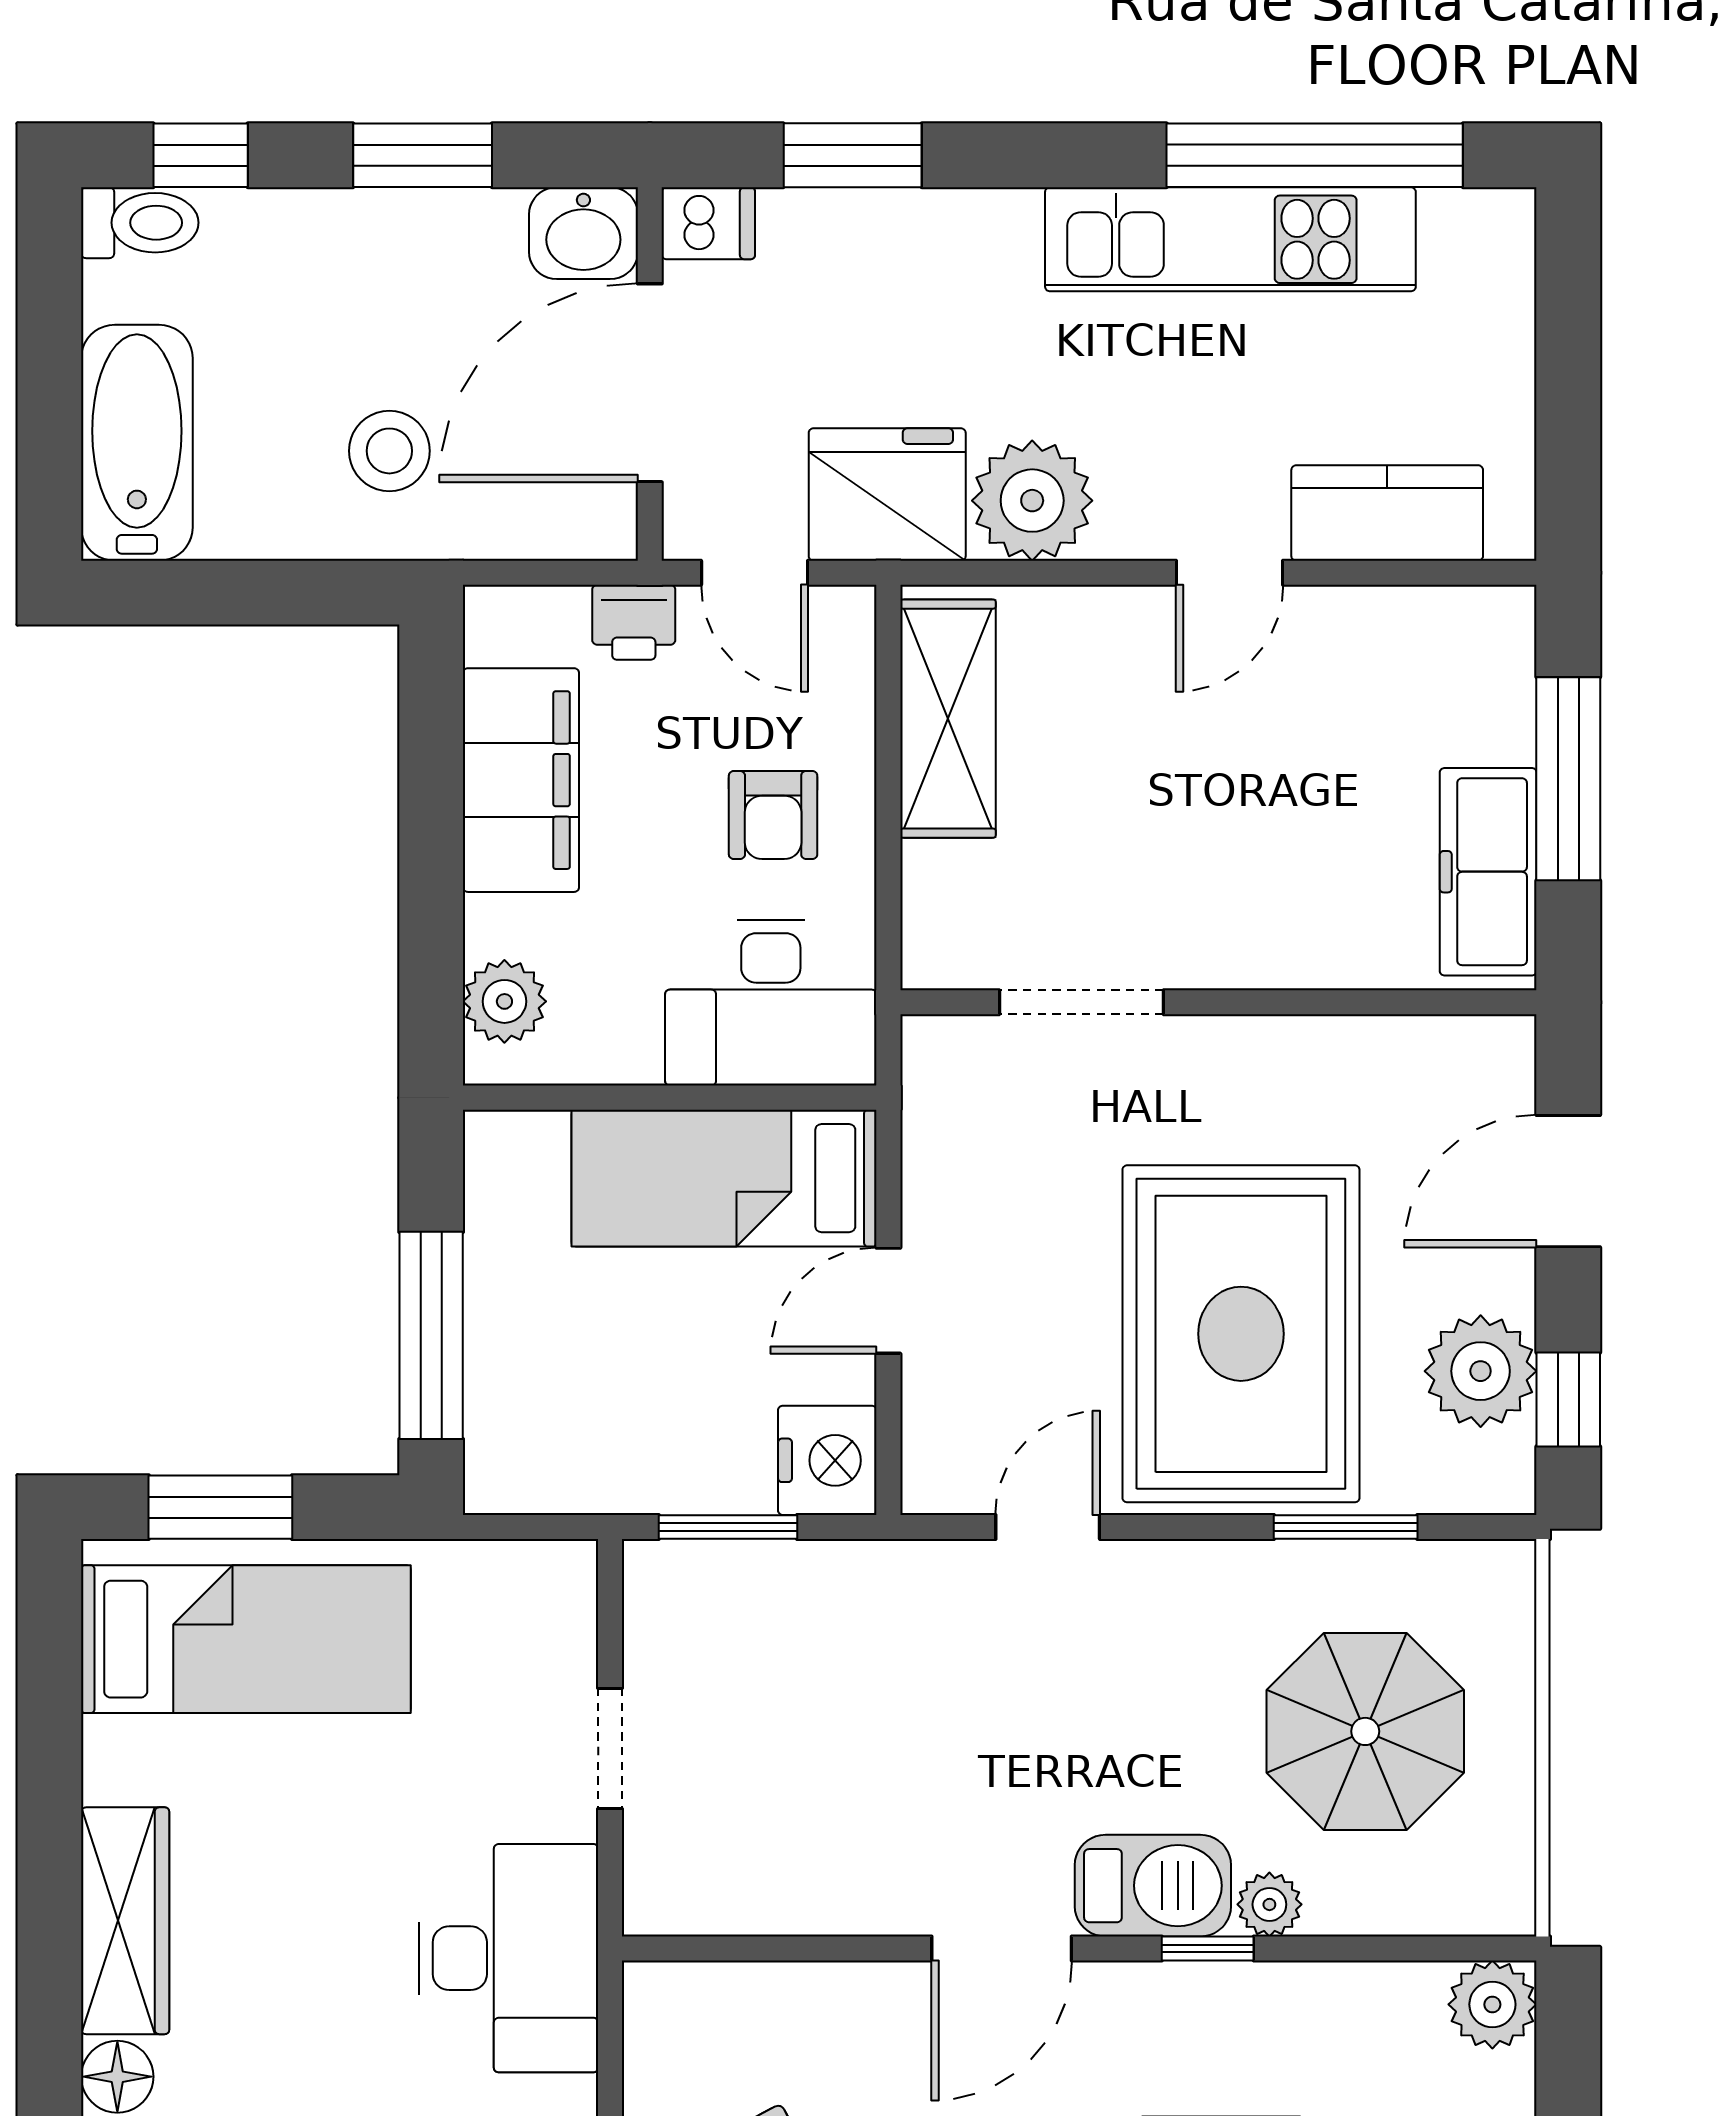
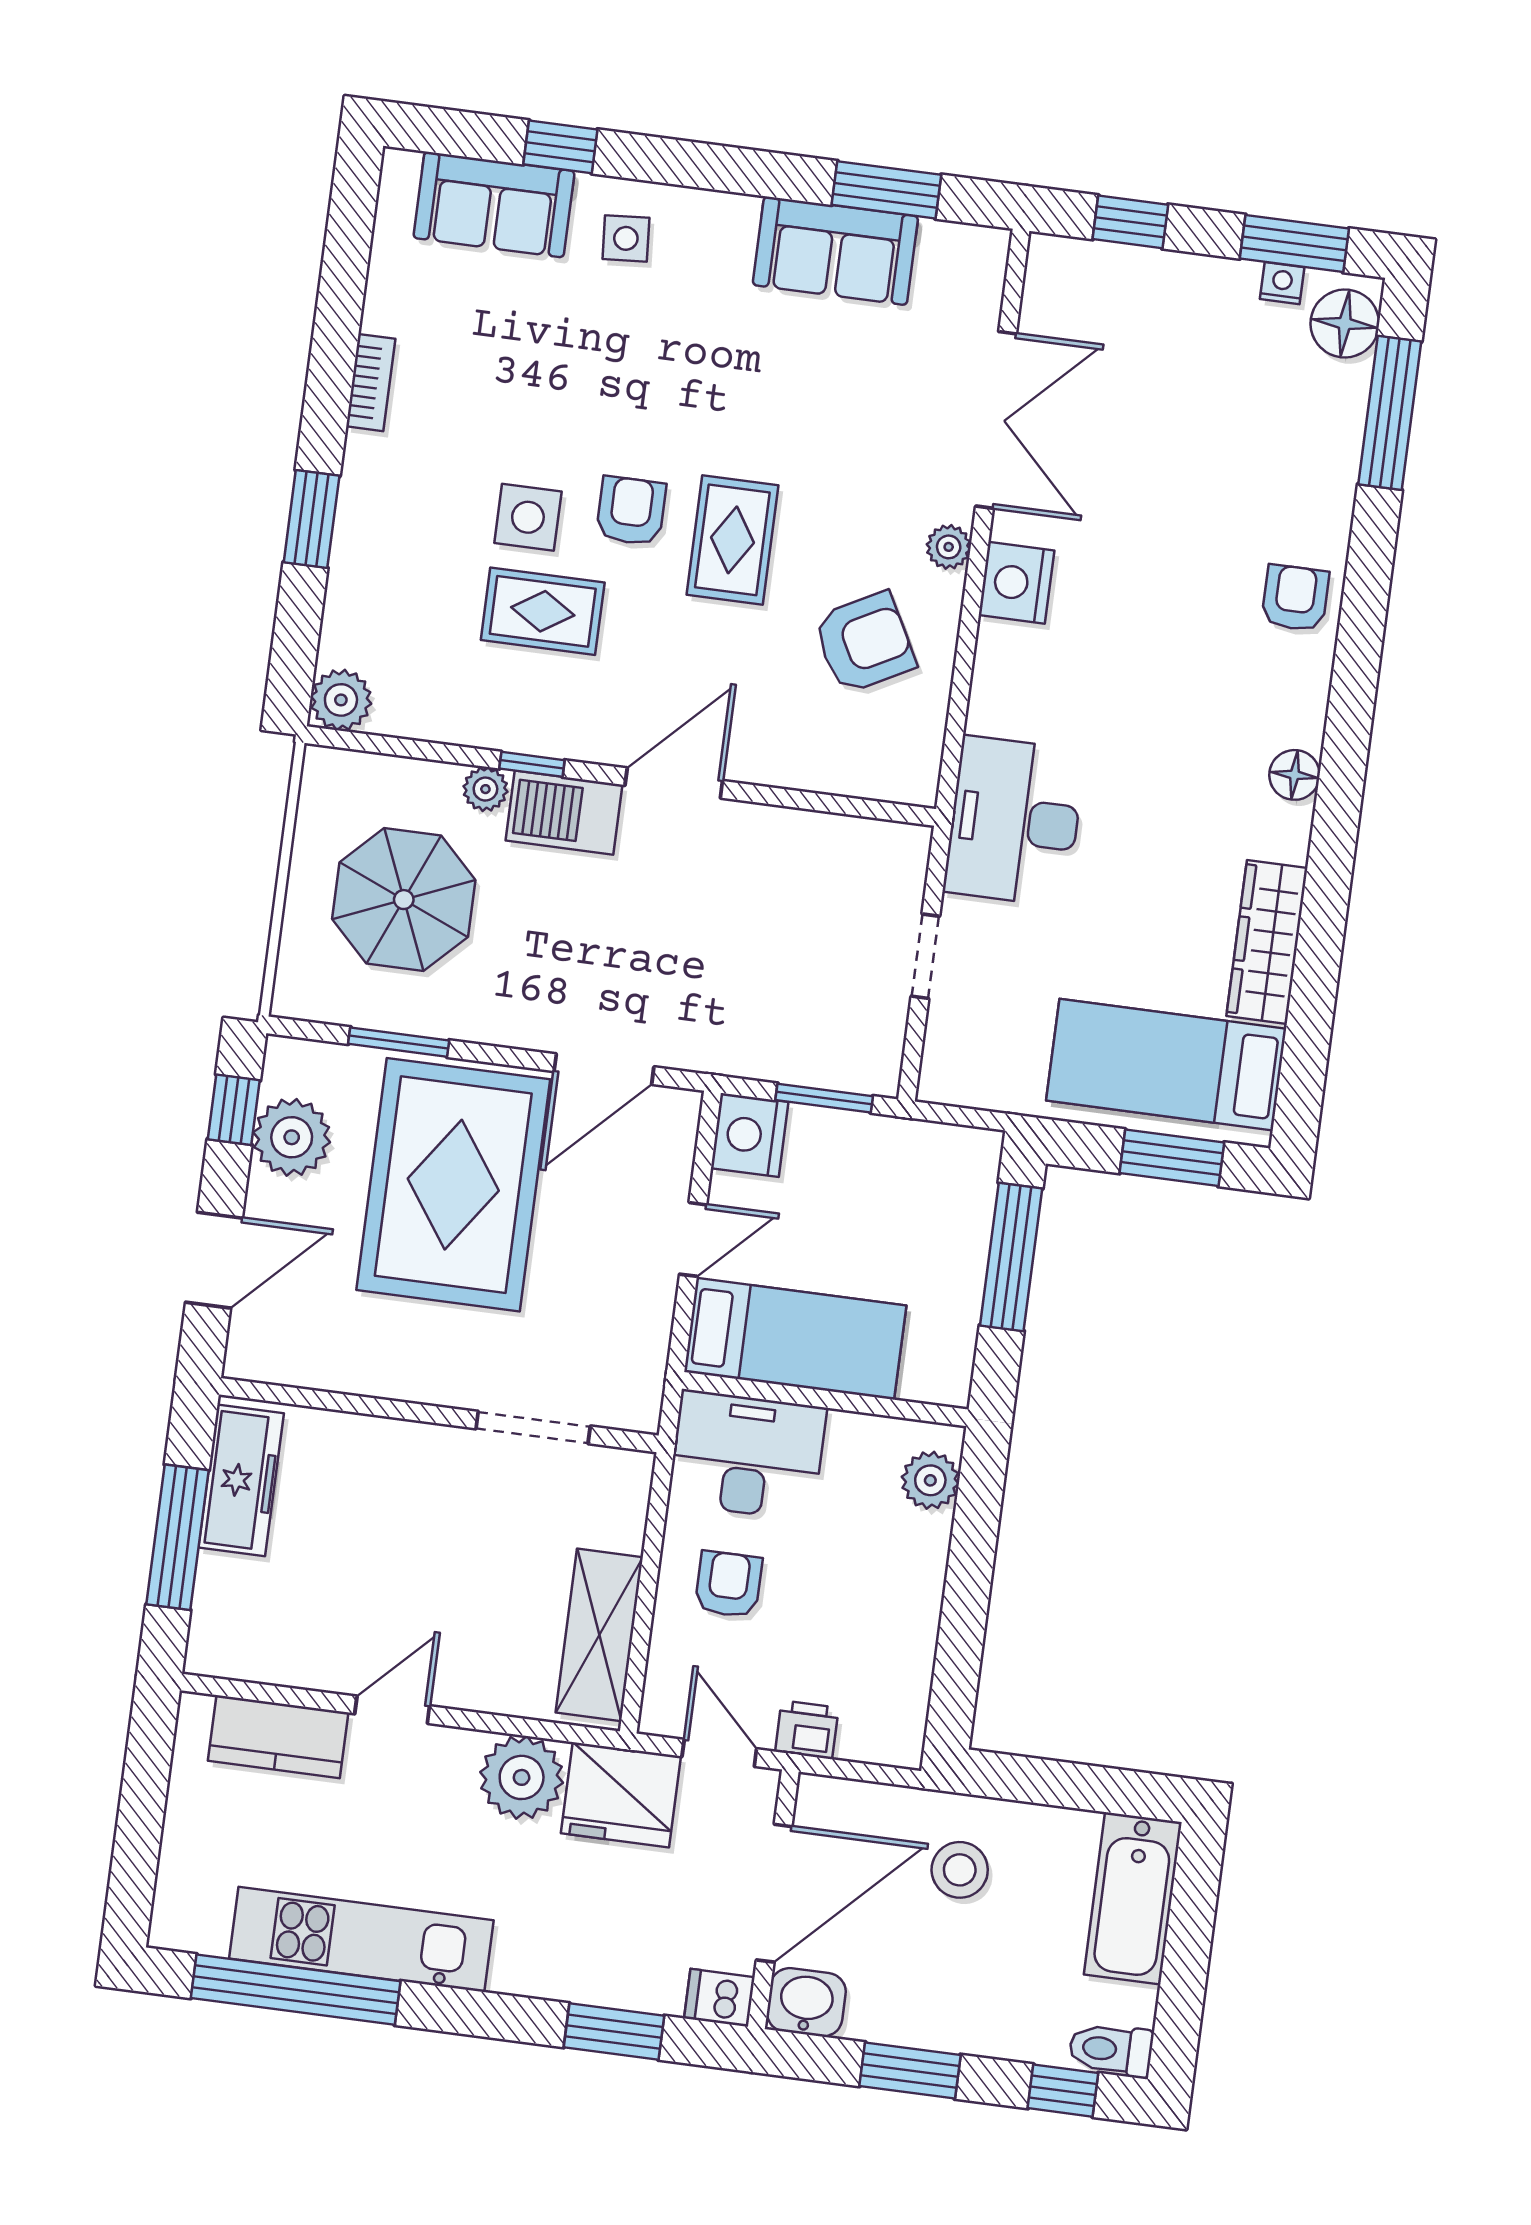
filing cabinet: (521, 780) -> (899, 1631), removed
door: (1048, 1527) -> (604, 1069), width x1.38
wardrobe: (125, 1921) -> (1267, 942), moved

